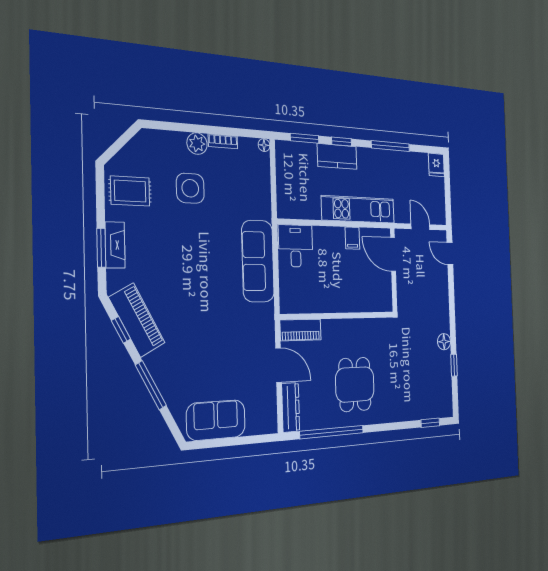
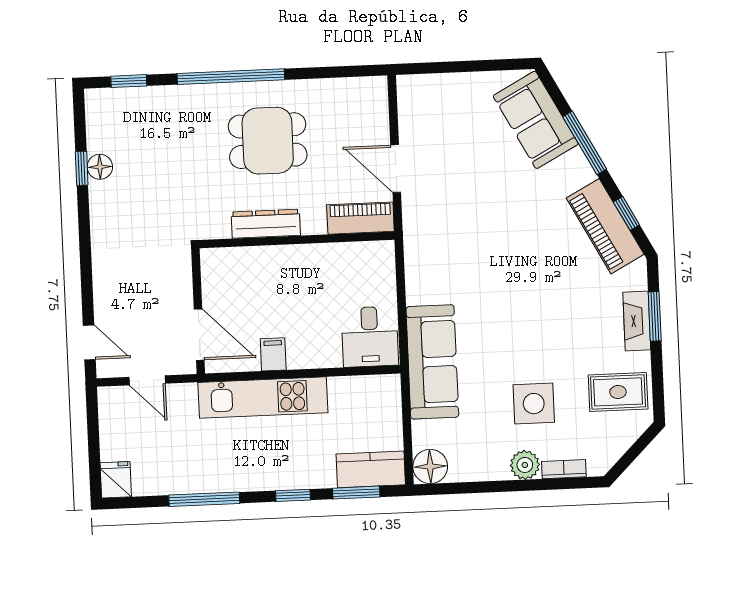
bookcase: (223, 141) -> (564, 469), moved
floor lamp: (264, 145) -> (430, 466), width x1.89, depth x1.89
kitchen counter: (337, 156) -> (371, 469), moved
sofa: (258, 261) -> (432, 362), moved
floor lamp: (444, 342) -> (100, 167), moved
dining table: (355, 384) -> (268, 141), turned 90
dresser: (291, 407) -> (266, 224), moved, turned 90
sofa: (216, 420) -> (536, 120), moved, turned 62
window: (332, 432) -> (231, 77), moved

